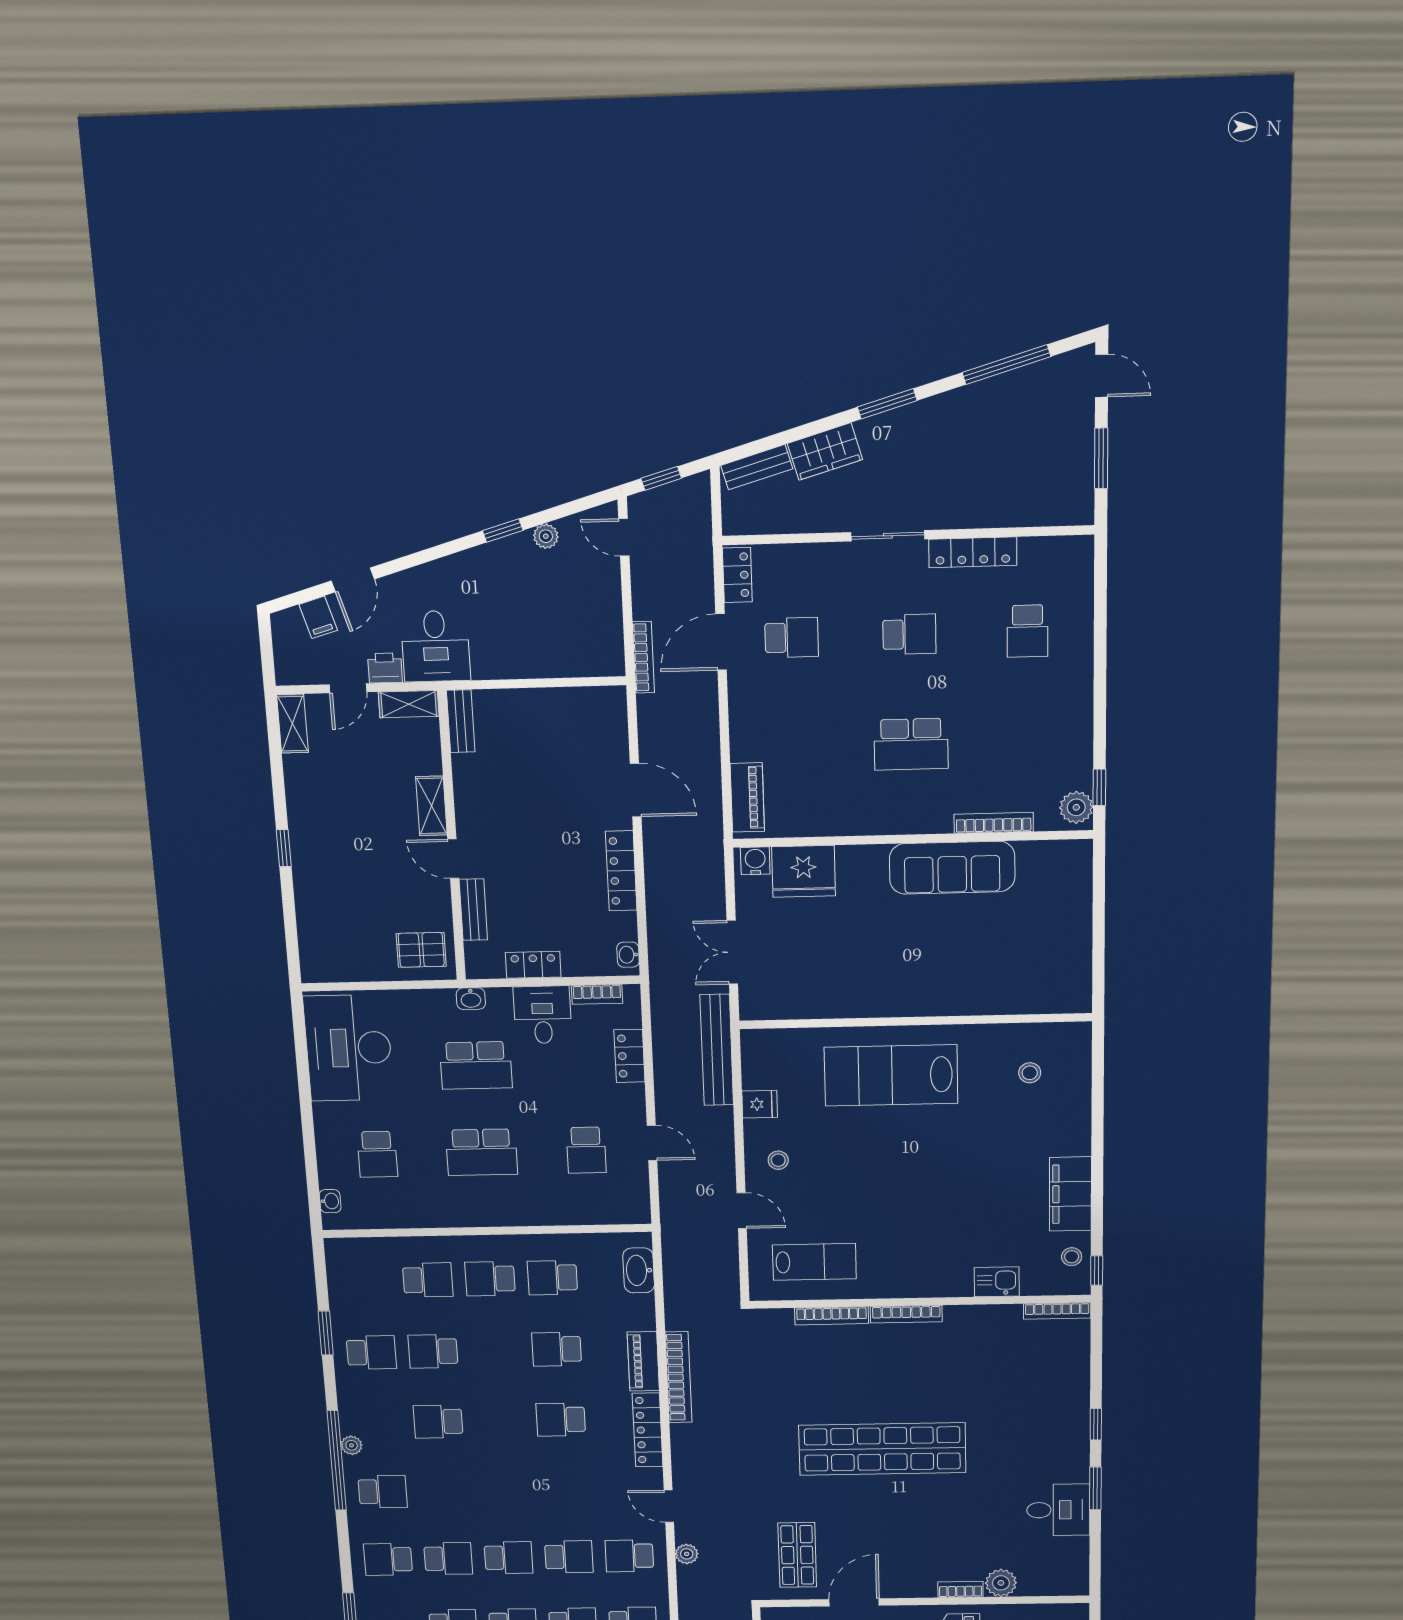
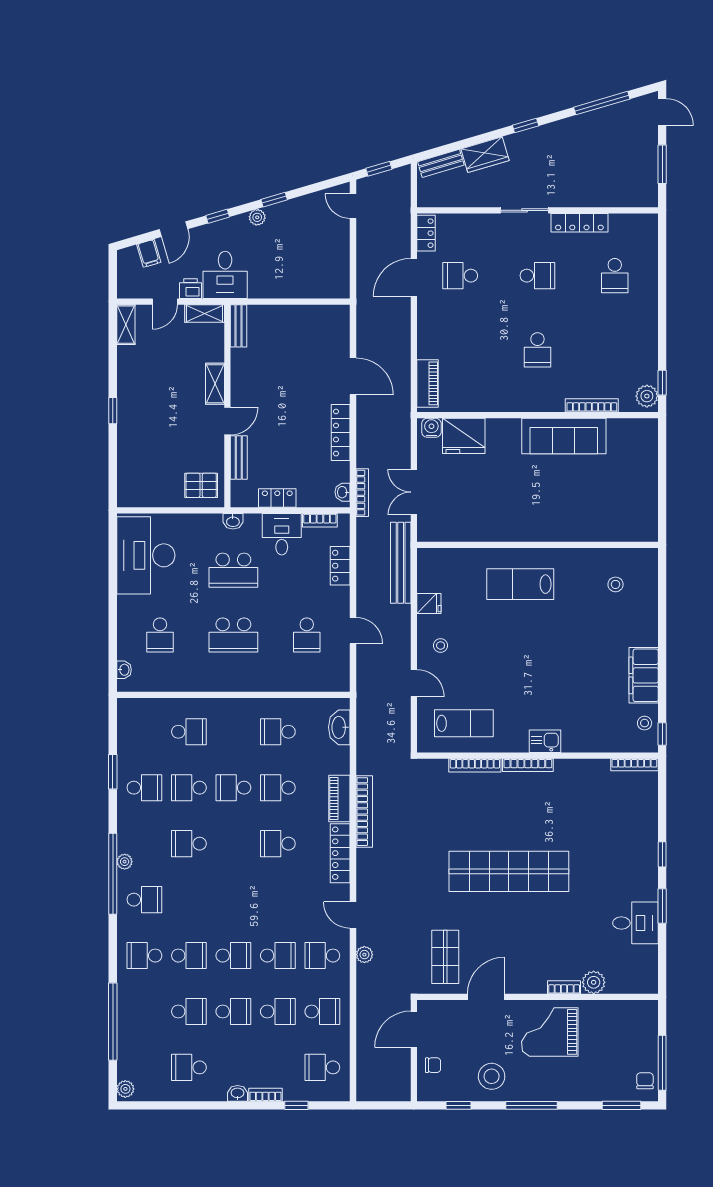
window: (887, 404) -> (526, 126), width x0.67
plant: (546, 536) -> (257, 217), moved
window: (418, 558) -> (218, 216), added
school desk: (792, 638) -> (460, 276), turned 180
bookcase: (643, 657) -> (362, 493), moved
school desk: (911, 744) -> (537, 350), width x0.54
door: (453, 859) -> (227, 421), swing flipped
lab bench: (891, 1075) -> (520, 584), width x0.73, depth x0.72
school desk: (490, 1279) -> (233, 788), moved
kitchen sink: (997, 1282) -> (545, 741), moved

